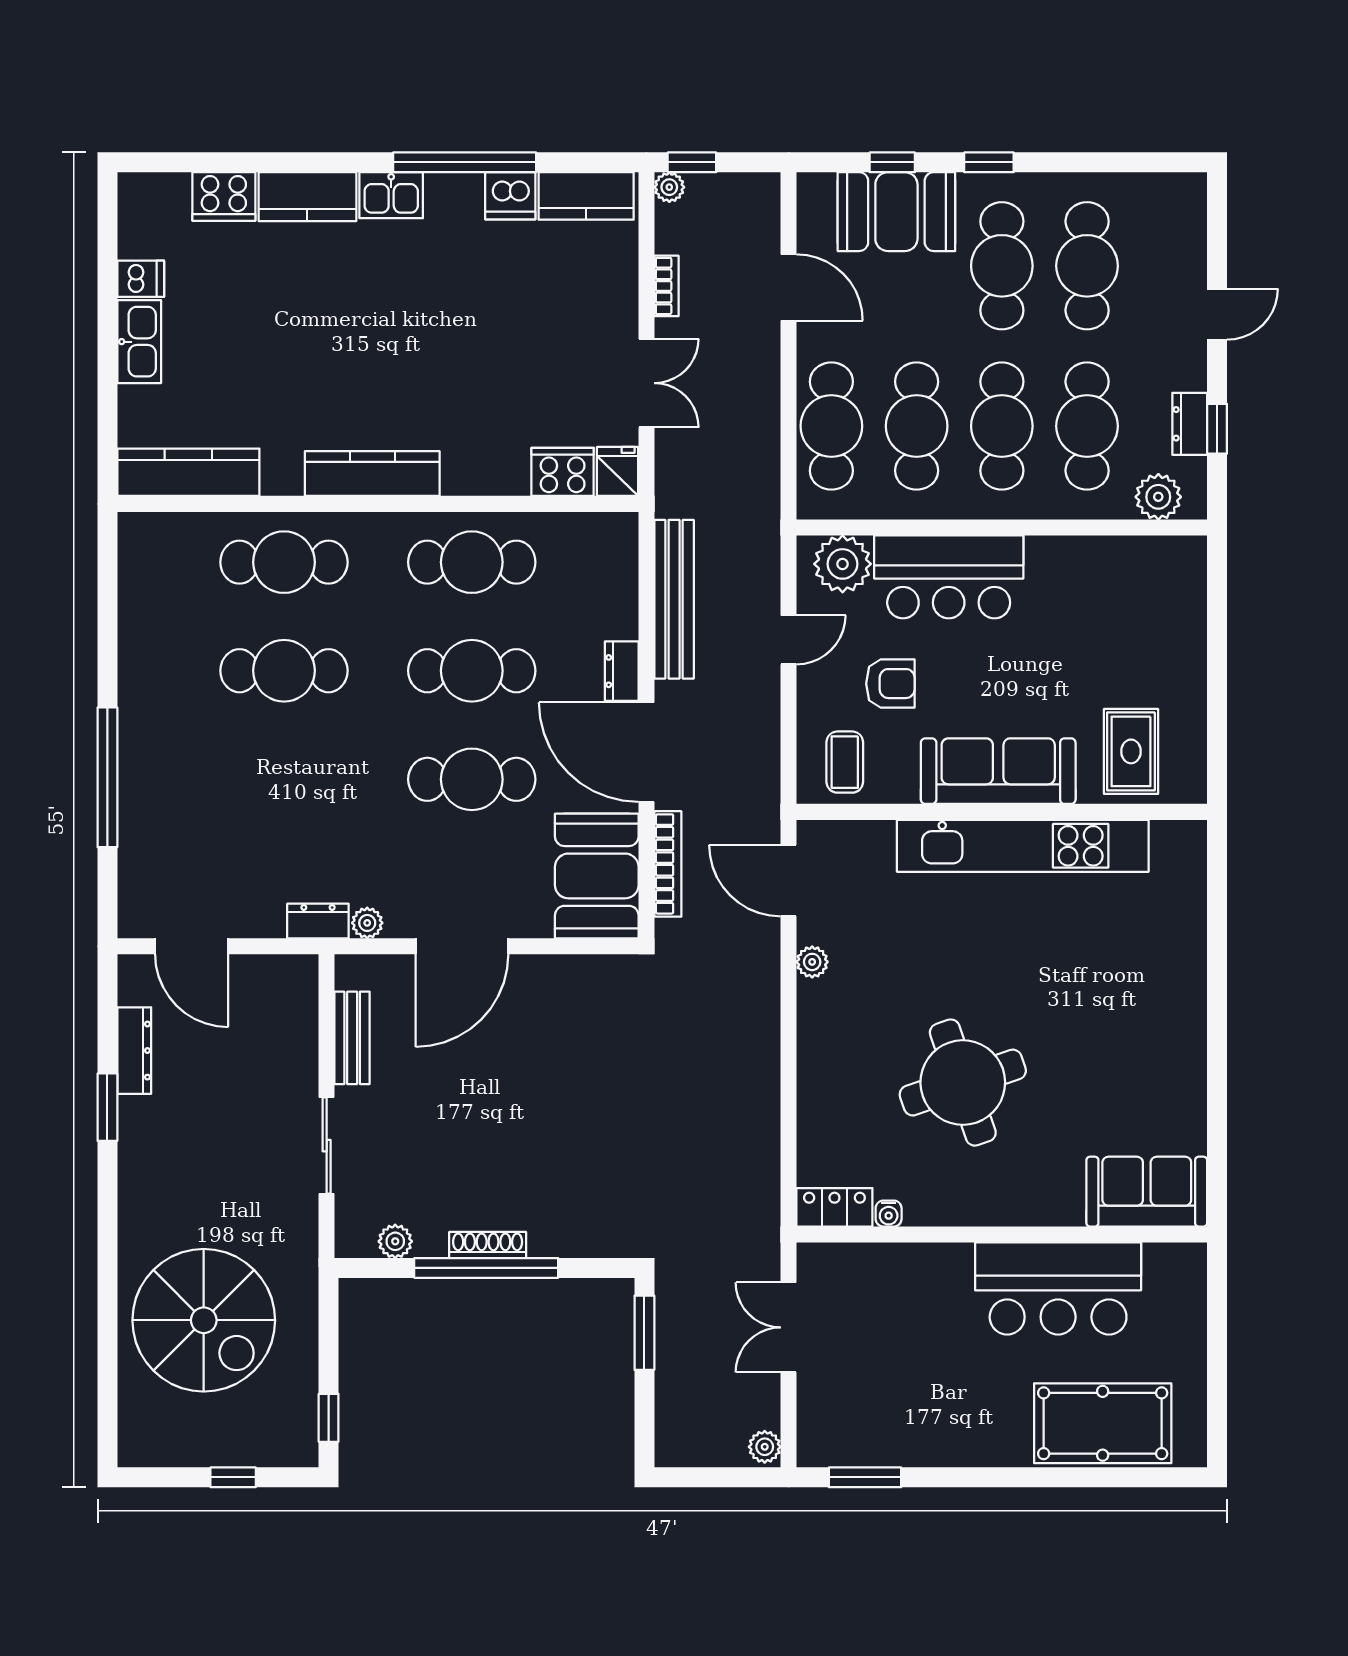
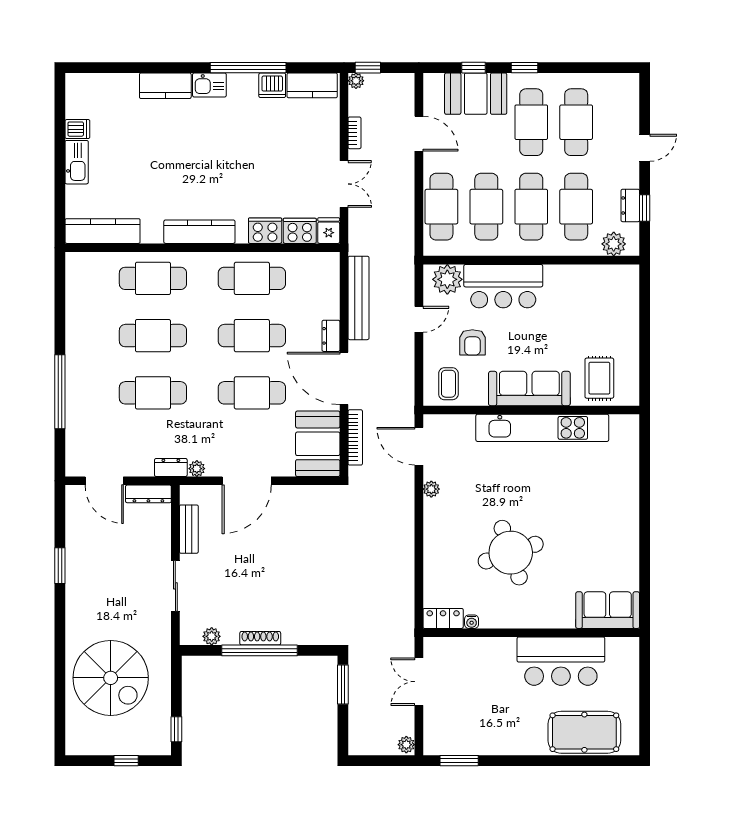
cooker: (224, 197) -> (265, 231), moved, turned 180
armchair: (890, 684) -> (472, 342), turned 90
cafe table: (284, 779) -> (153, 393), added
dresser: (134, 1051) -> (148, 494), moved, turned 90

